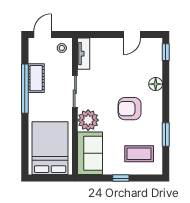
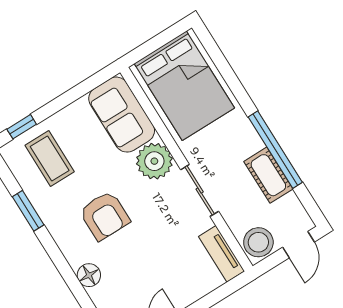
stool: (62, 48) -> (258, 242), width x1.89, depth x1.89
armchair: (130, 109) -> (105, 216), turned 90
coffee table: (139, 154) -> (50, 158), turned 90
window: (121, 178) -> (22, 127), moved

